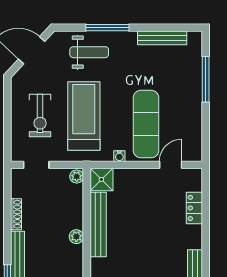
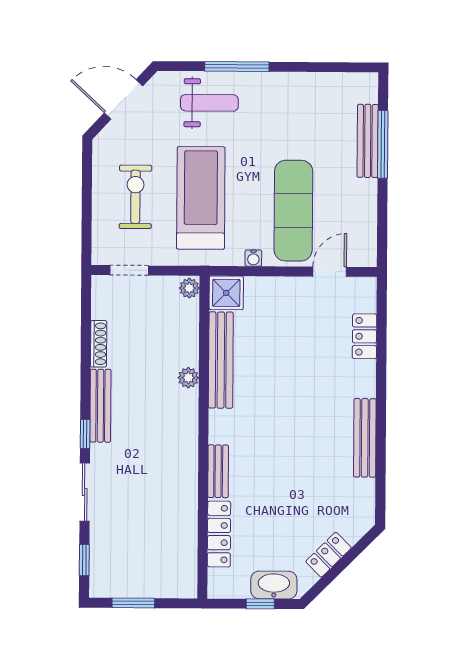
bench: (162, 38) -> (368, 141), moved, turned 90
exercise bike: (40, 115) -> (135, 197), turned 180

